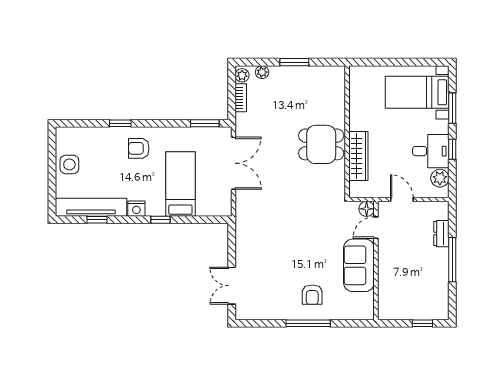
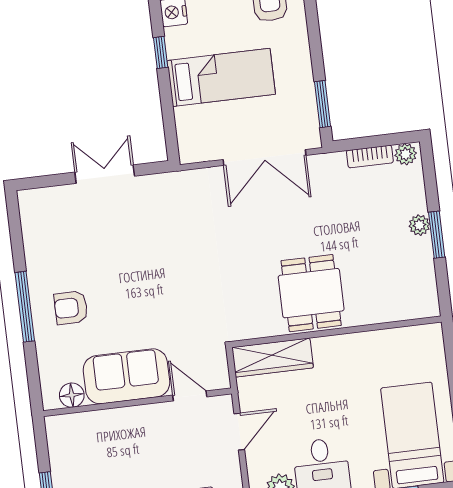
plant: (262, 72) -> (419, 225), moved
wardrobe: (358, 156) -> (273, 358), moved
floor lamp: (367, 209) -> (72, 395), moved
double door: (232, 286) -> (105, 174), moved

